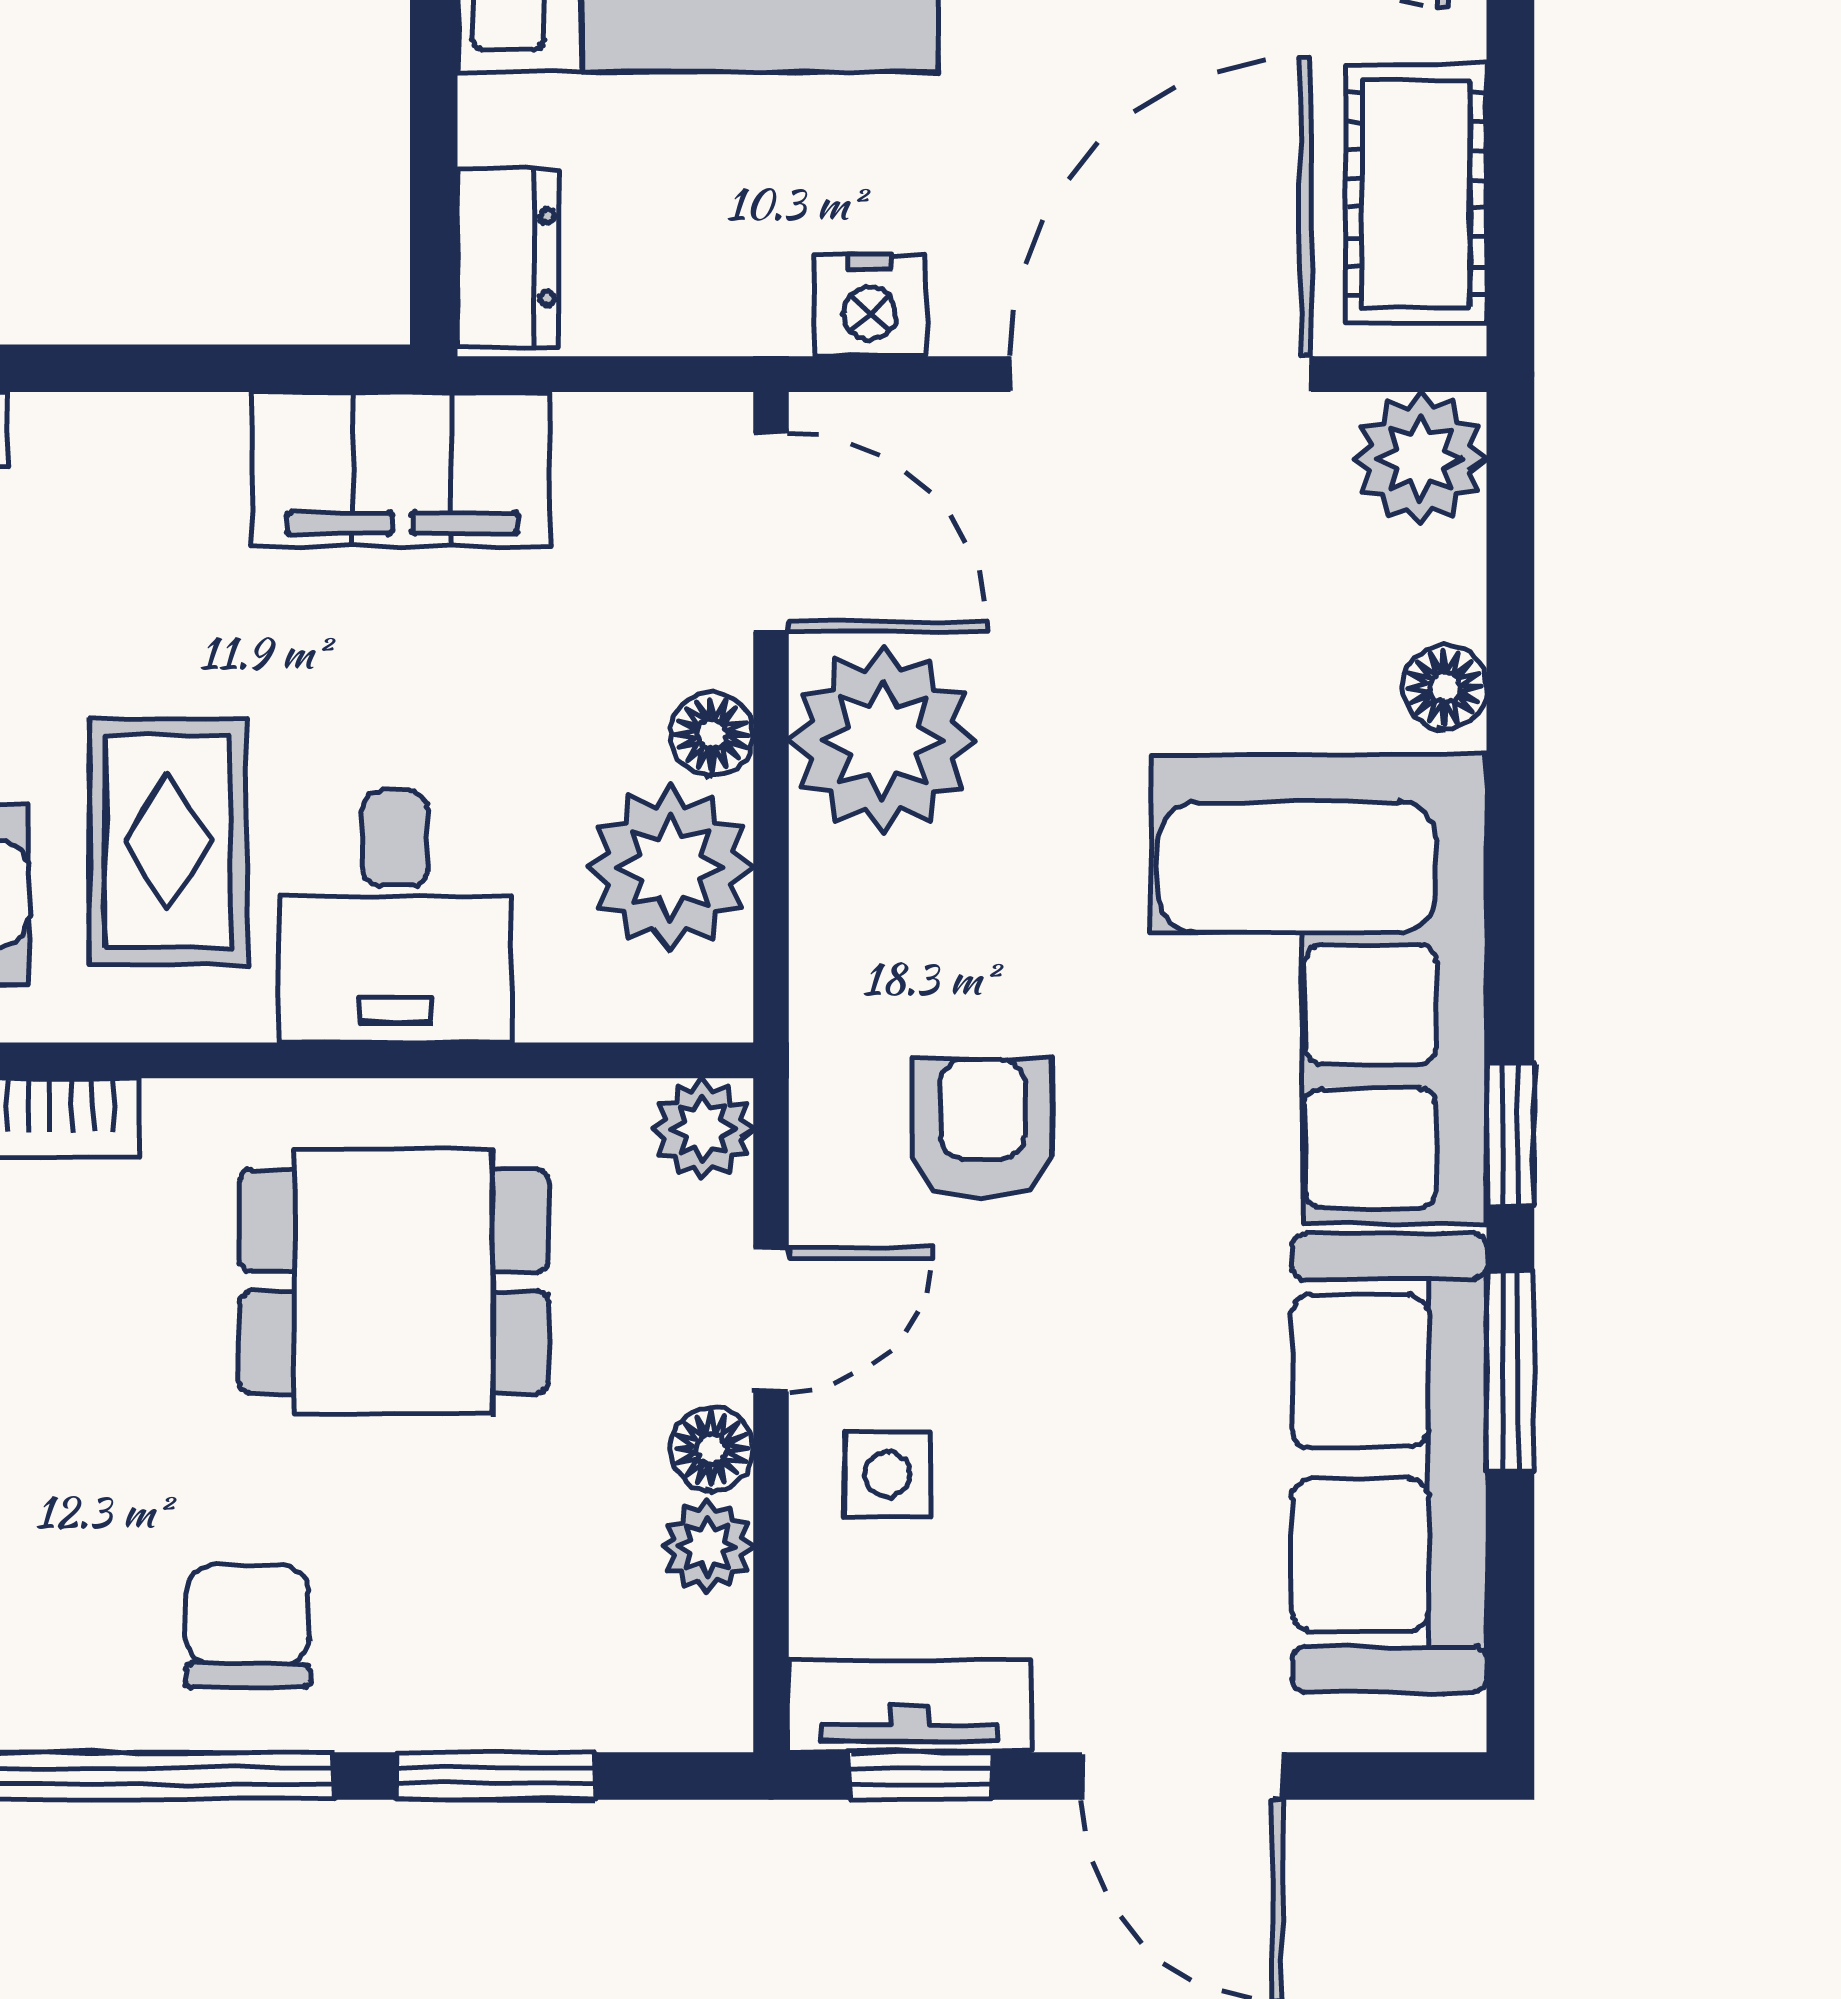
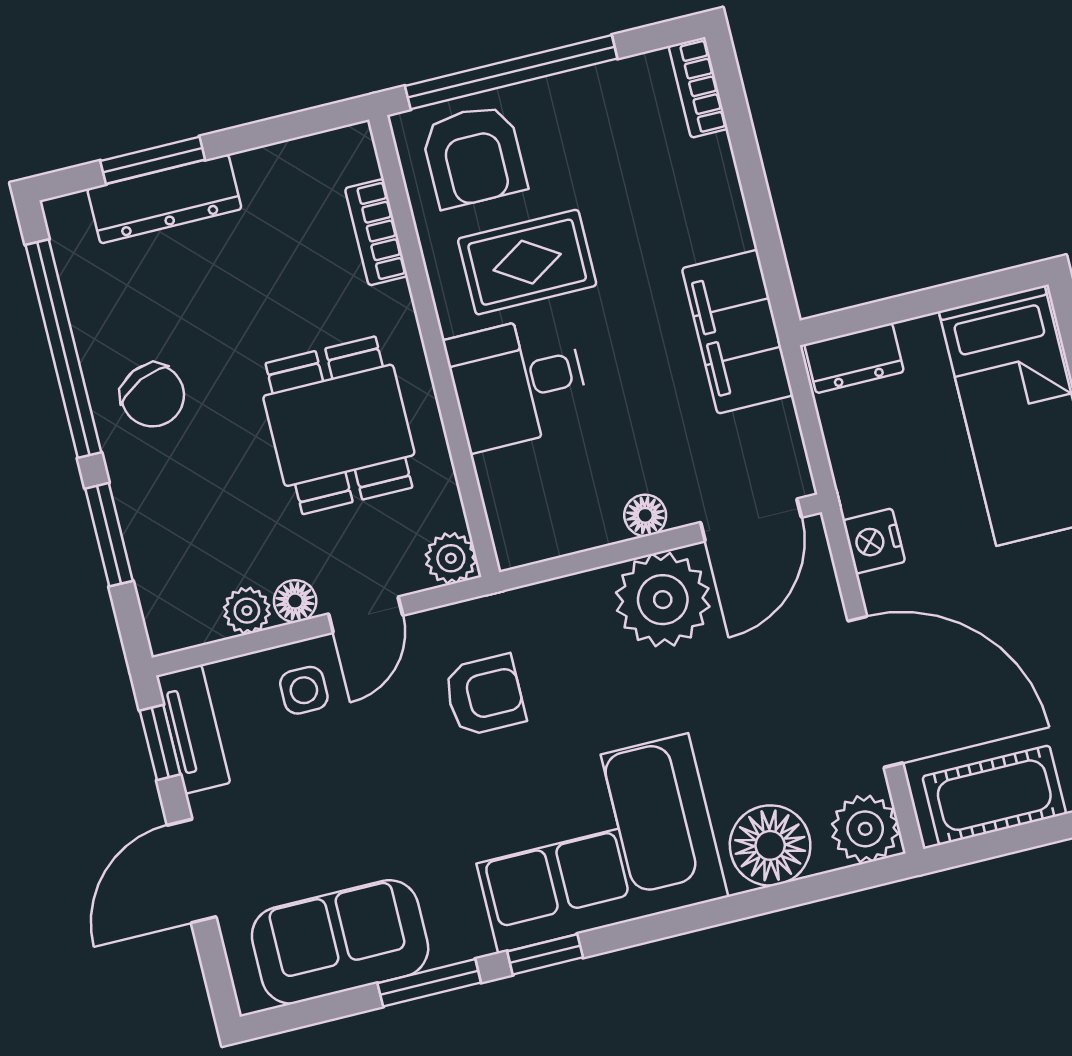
floor lamp: (1444, 687) -> (770, 845), width x1.89, depth x1.89
plant: (670, 868) -> (575, 511), removed
door: (771, 1320) -> (366, 615), hinge flipped
sofa: (1389, 1463) -> (340, 942), width x0.73
chair: (248, 1626) -> (153, 395), turned 65

